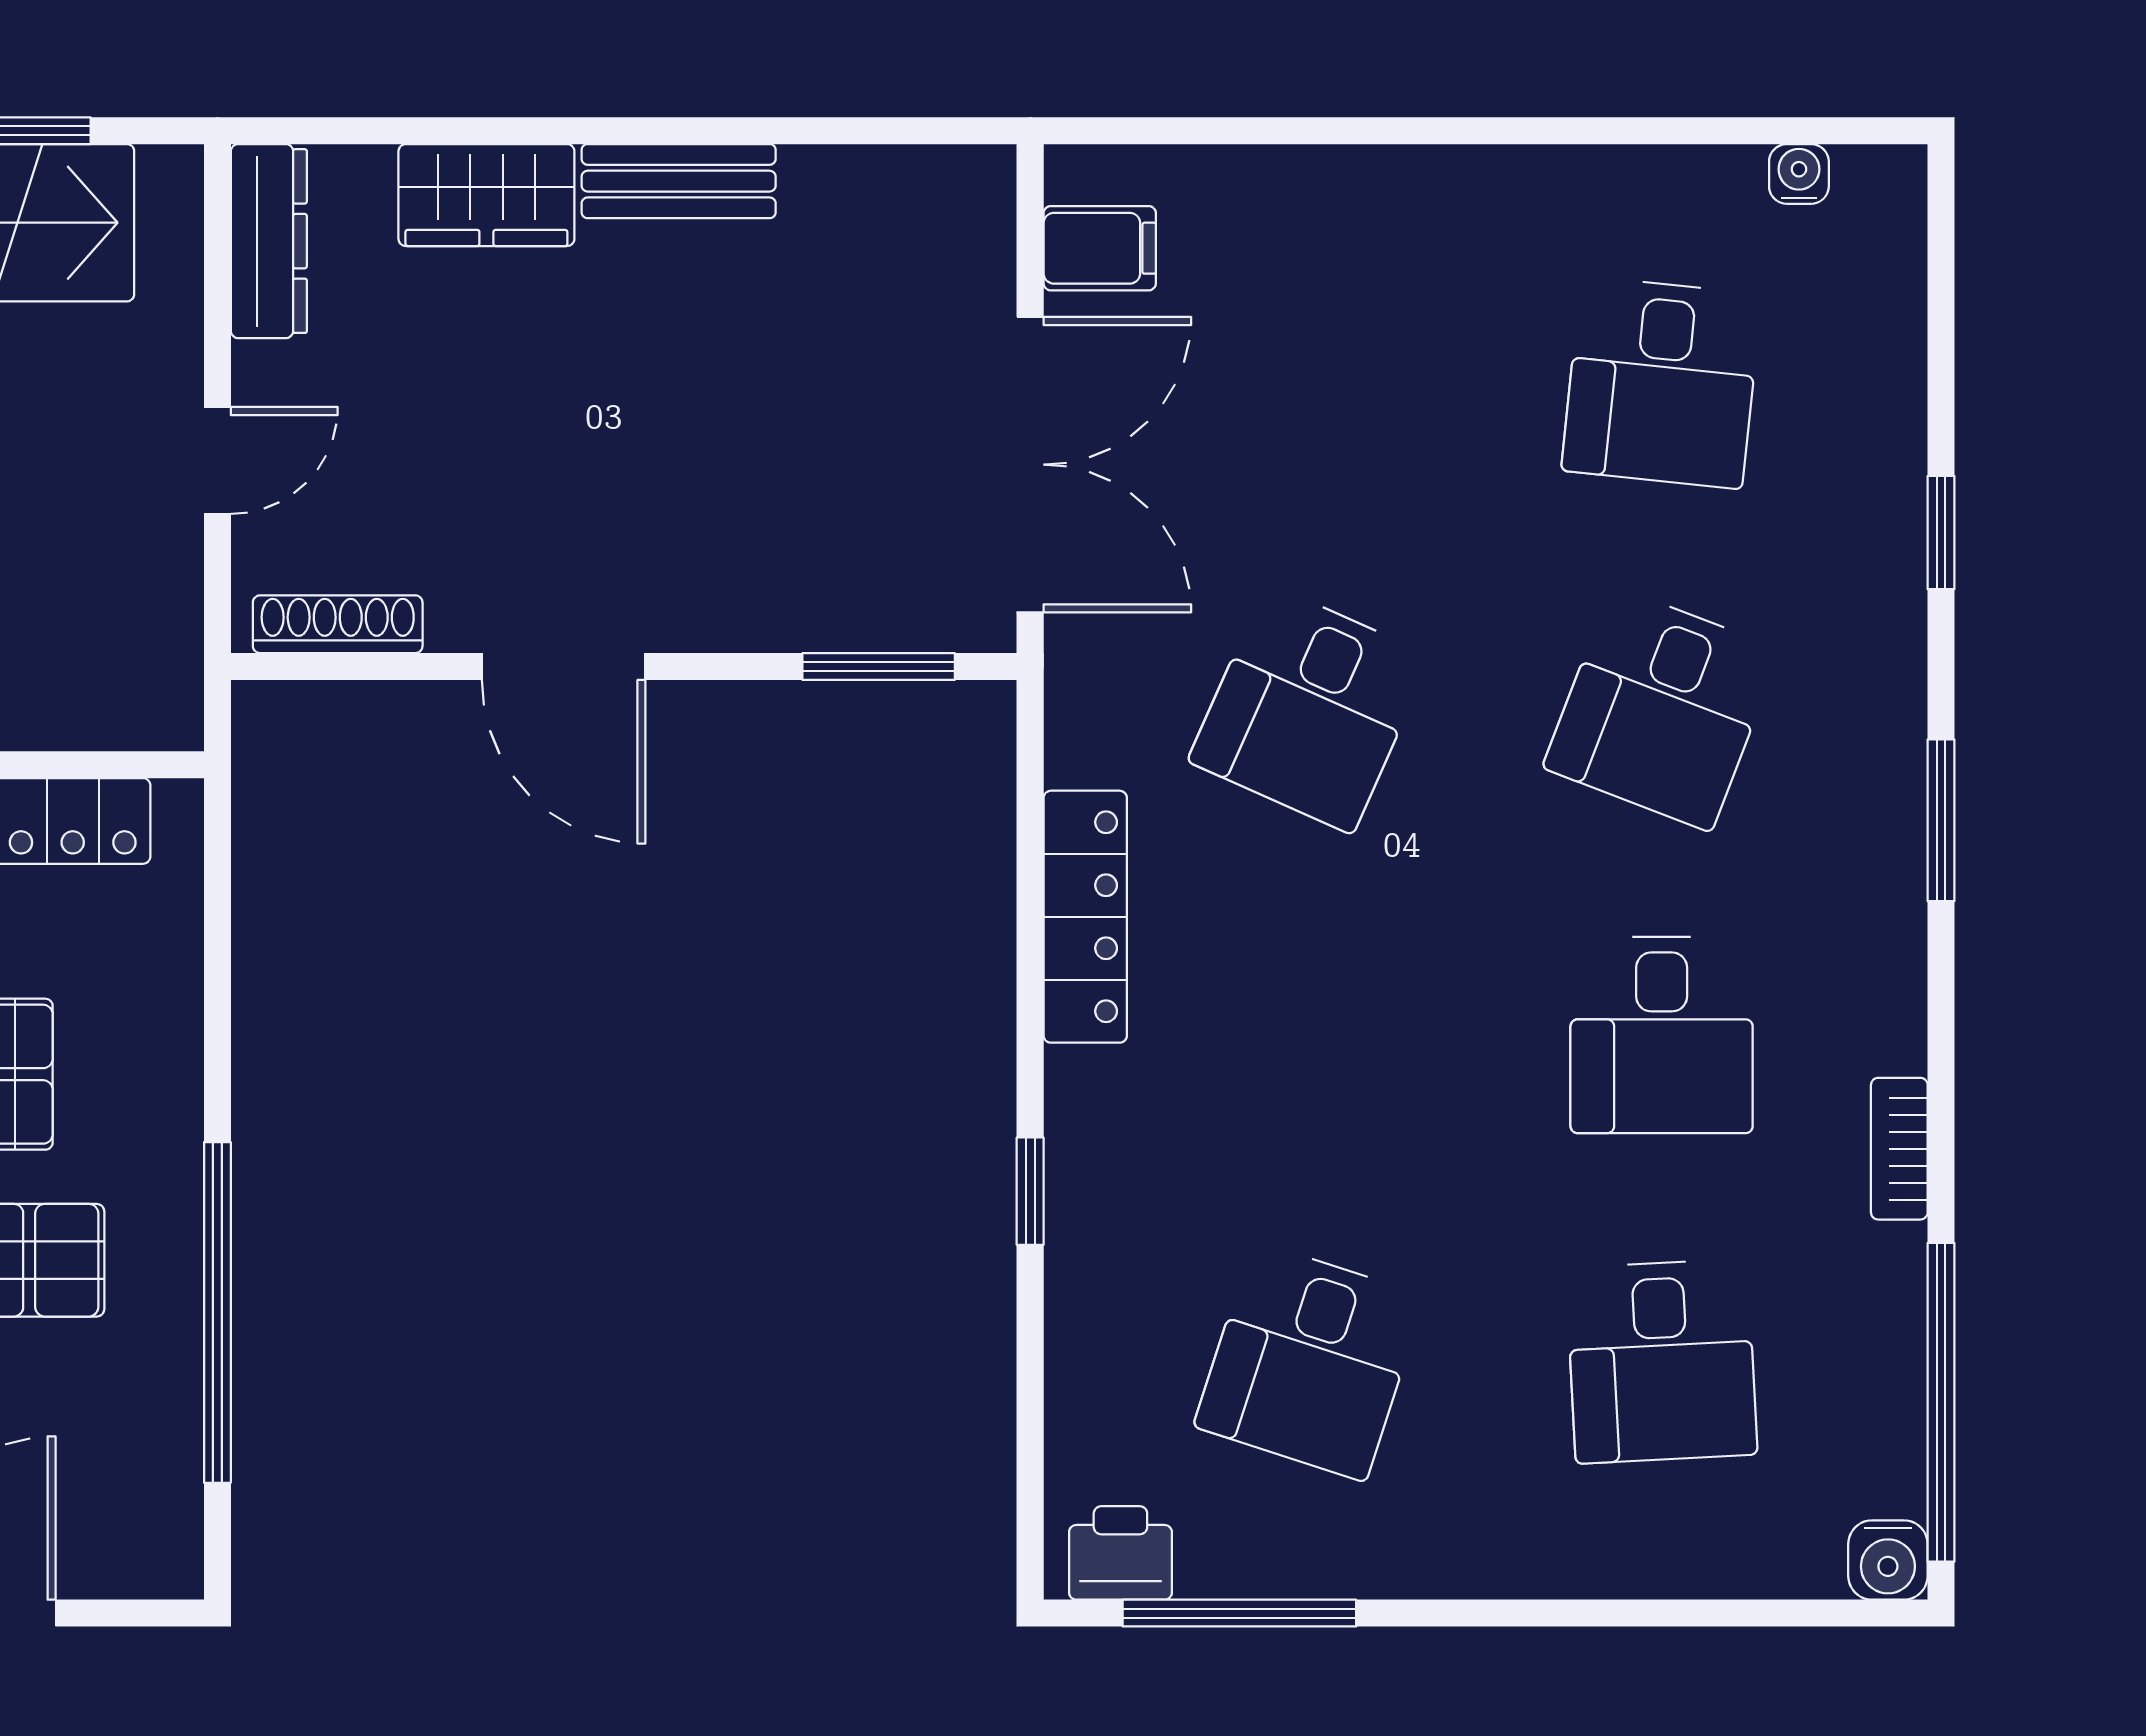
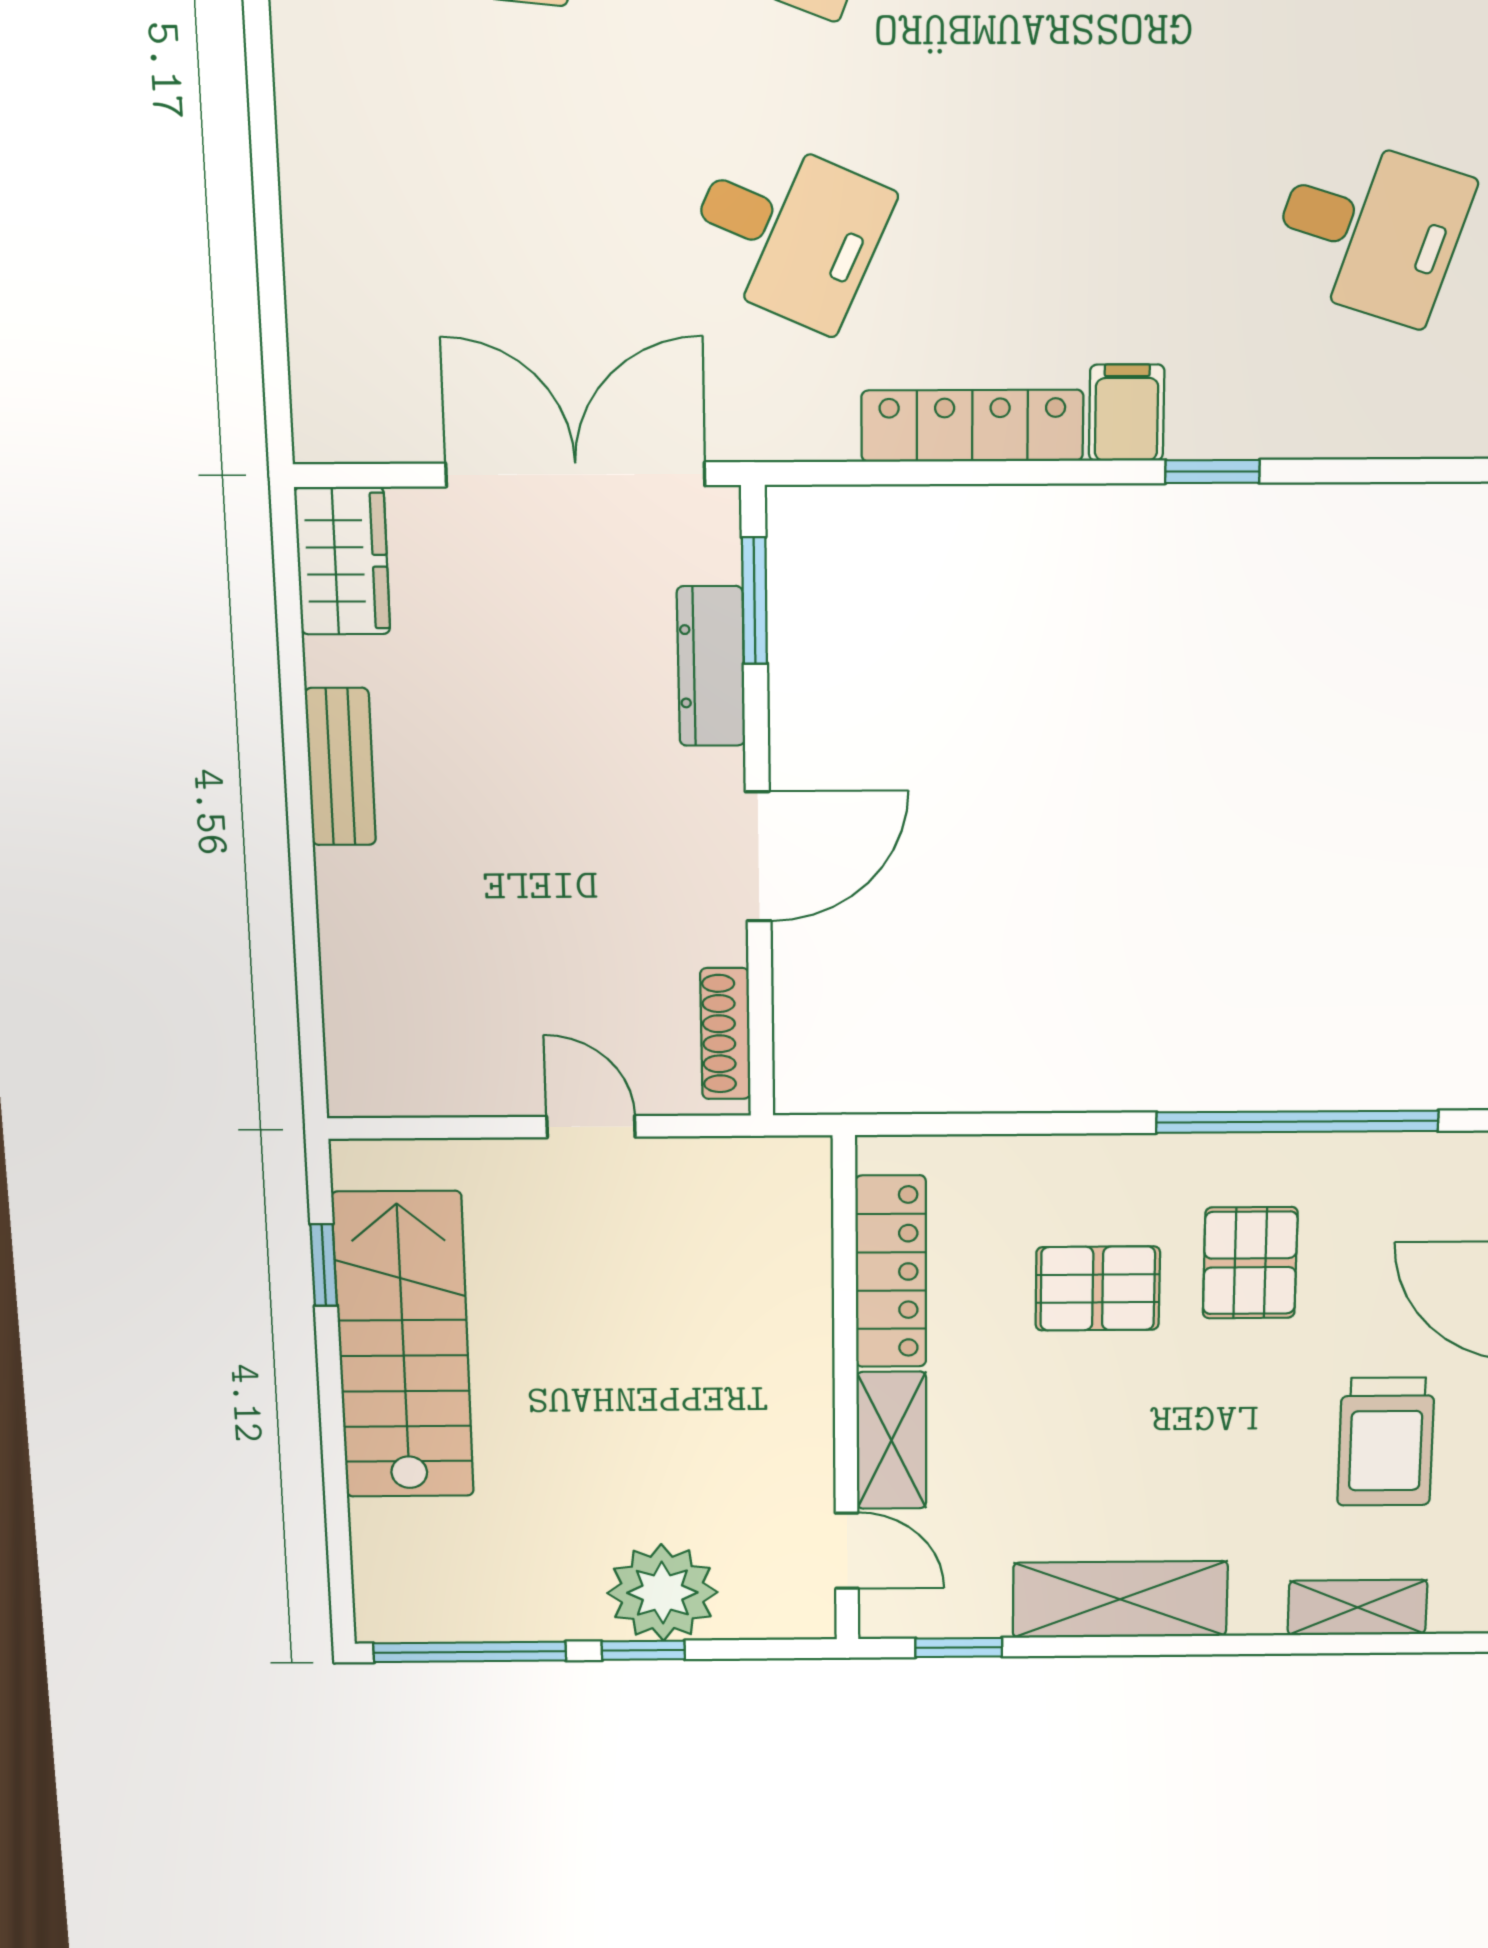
wardrobe: (486, 195) -> (342, 561), moved
dresser: (269, 241) -> (711, 666), moved, turned -90
filing cabinet: (1100, 248) -> (1127, 413), moved

